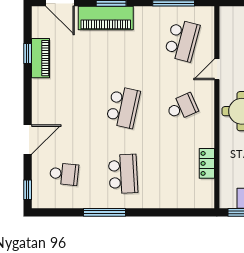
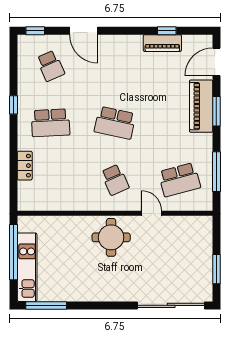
school desk: (182, 40) -> (179, 180), turned -30
locker: (207, 163) -> (25, 166), moved, turned 90
school desk: (64, 174) -> (50, 66), turned -30
window: (105, 212) -> (14, 105), width x0.46

